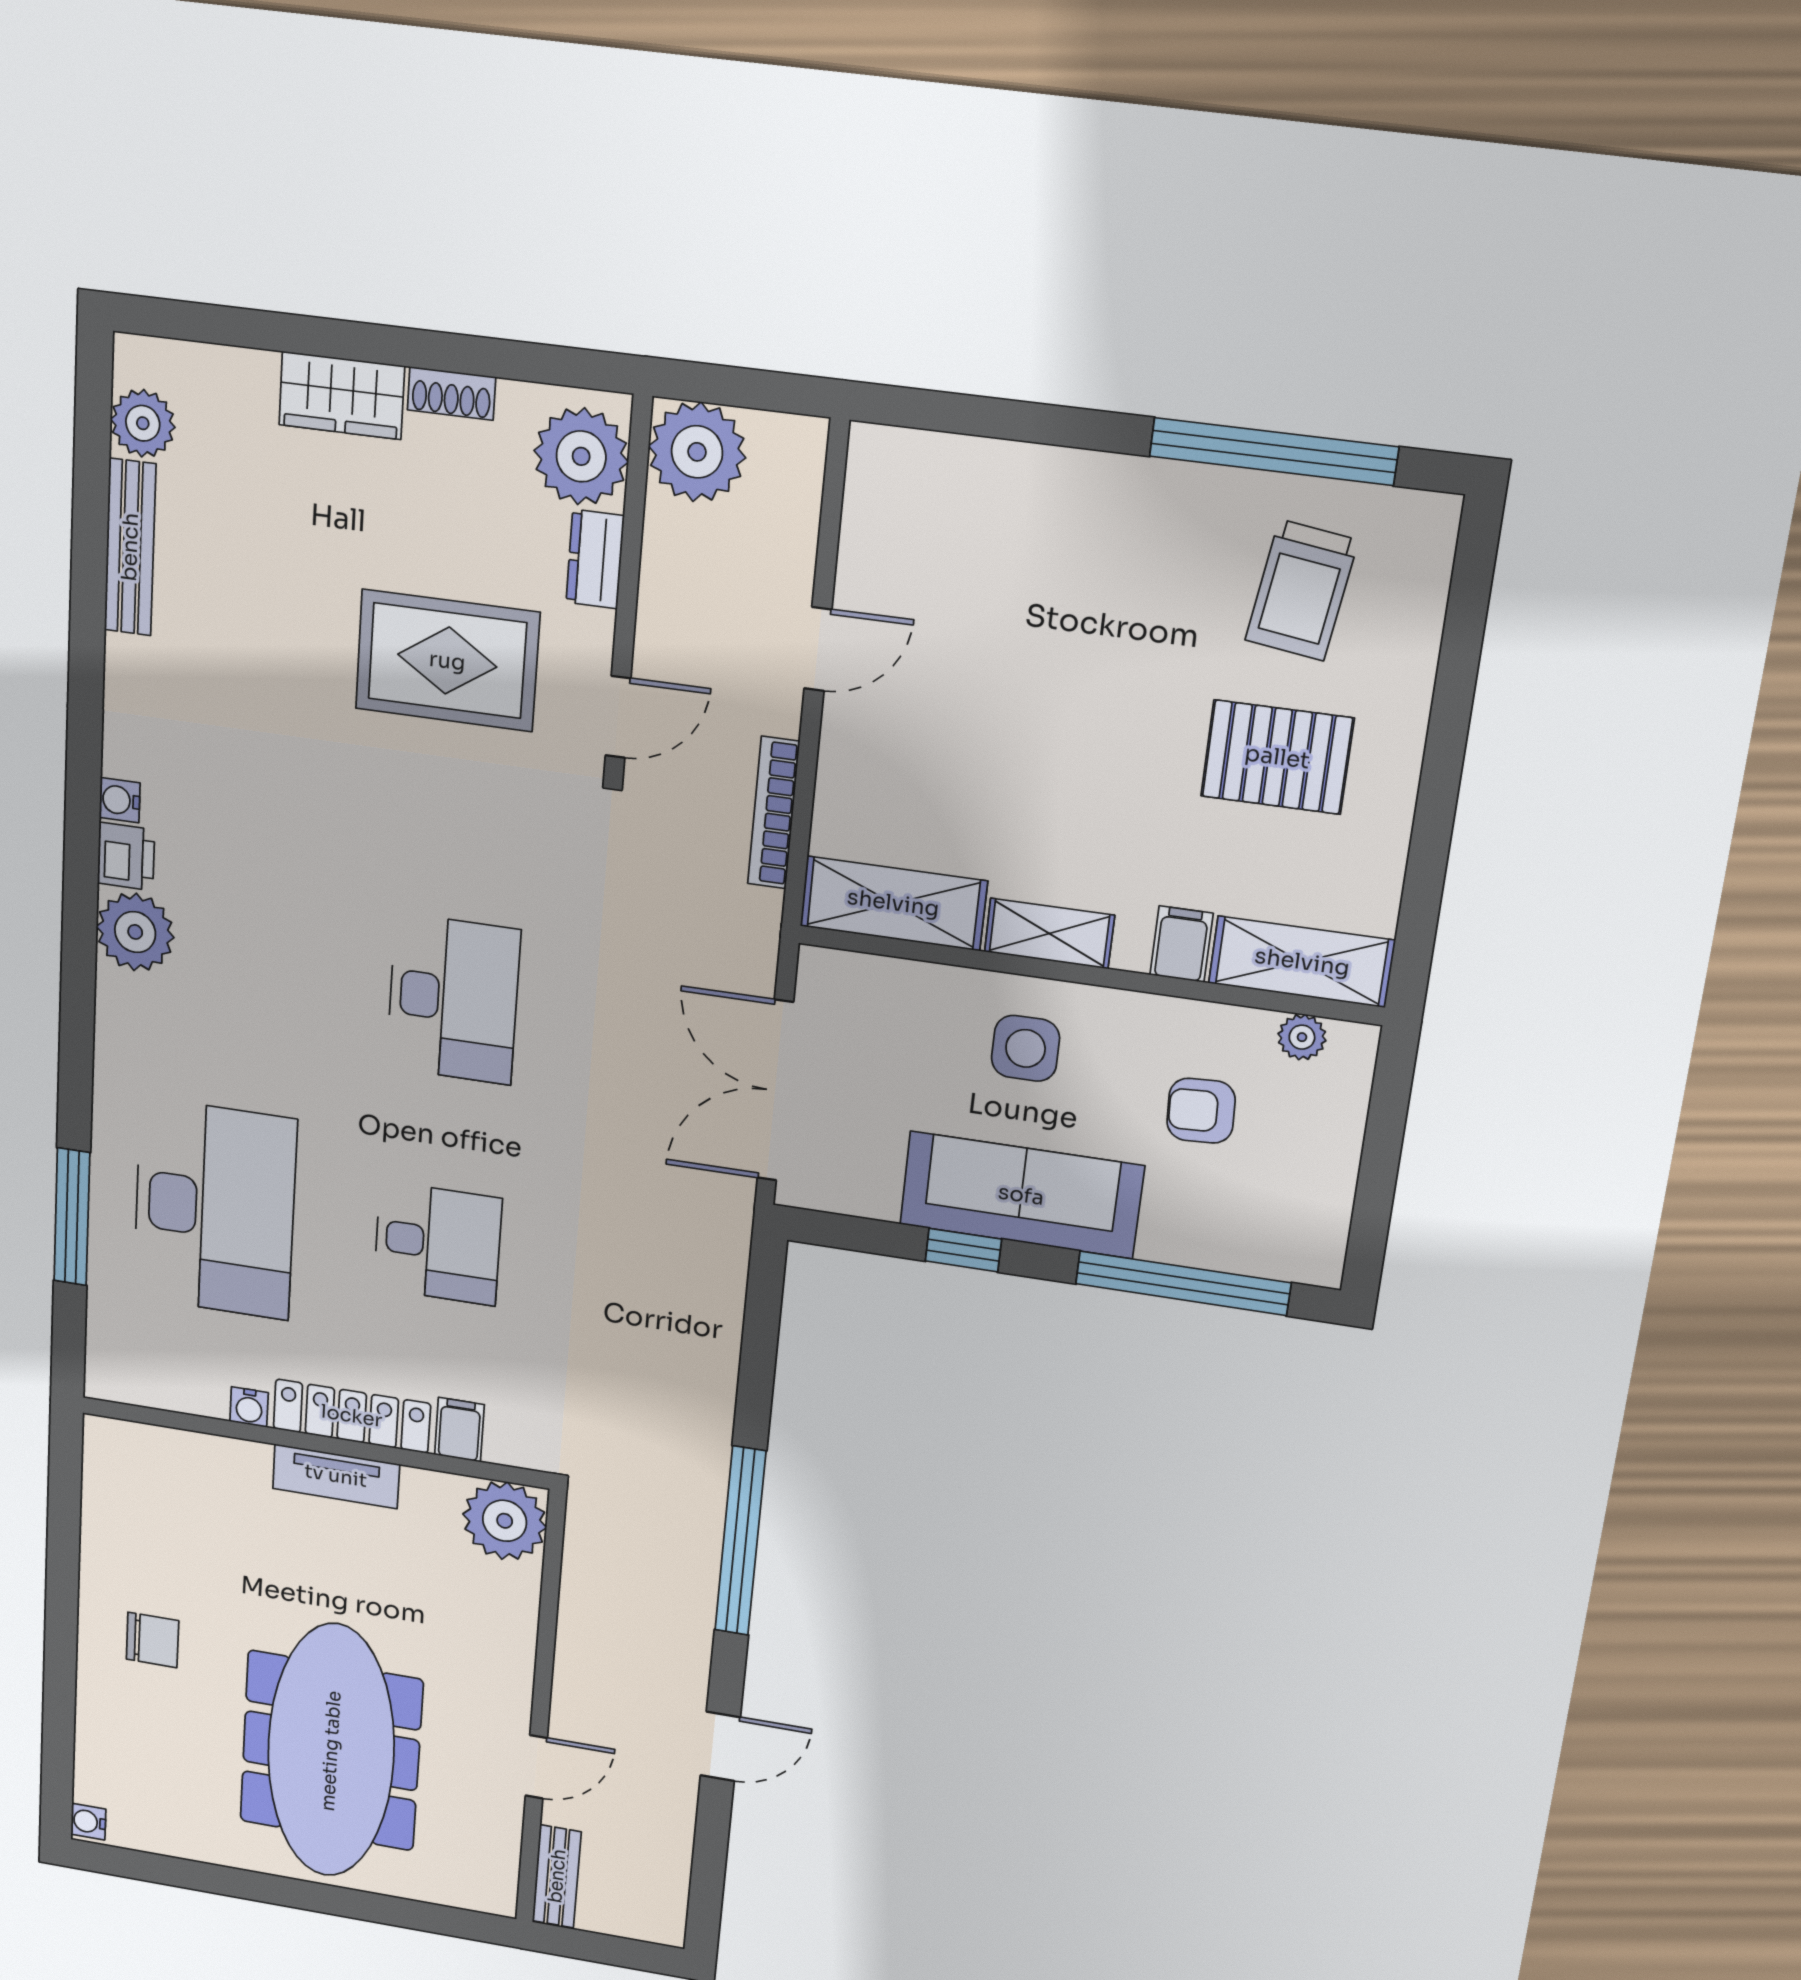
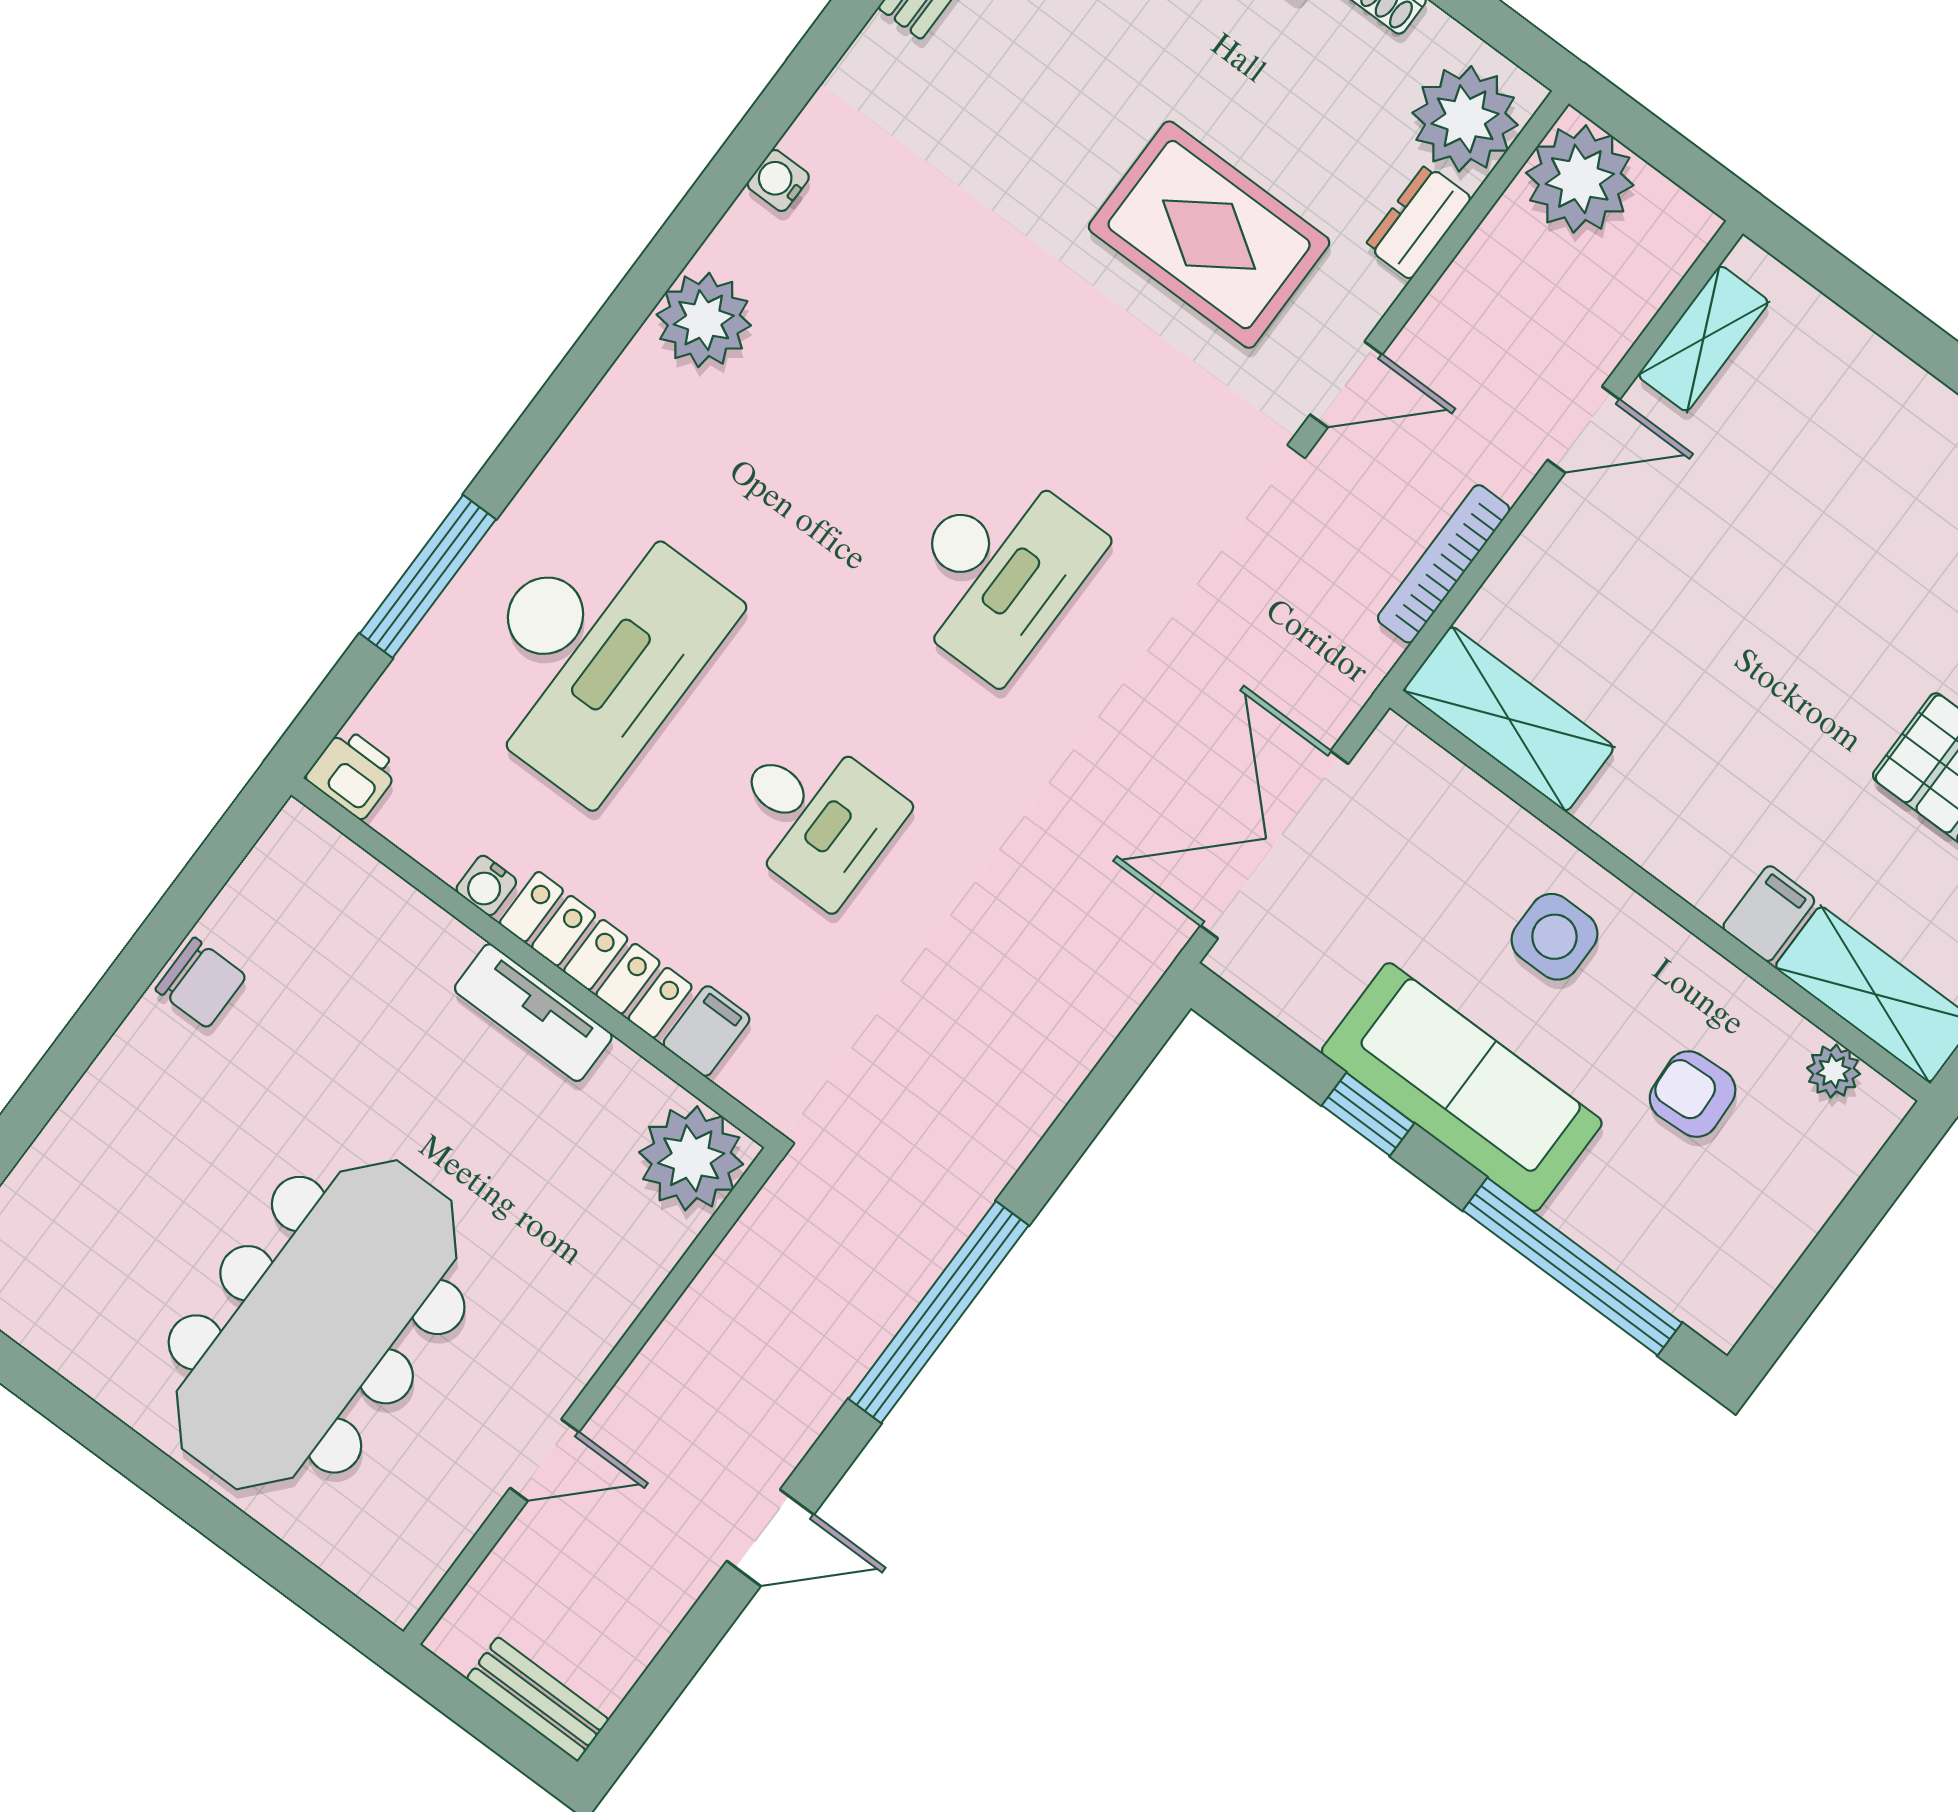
printer: (126, 856) -> (353, 773), moved, turned -90
shelving: (1049, 933) -> (1703, 339), moved, turned 90
chair: (152, 1640) -> (201, 983), moved
bench: (557, 1876) -> (538, 1699), moved, turned 90

